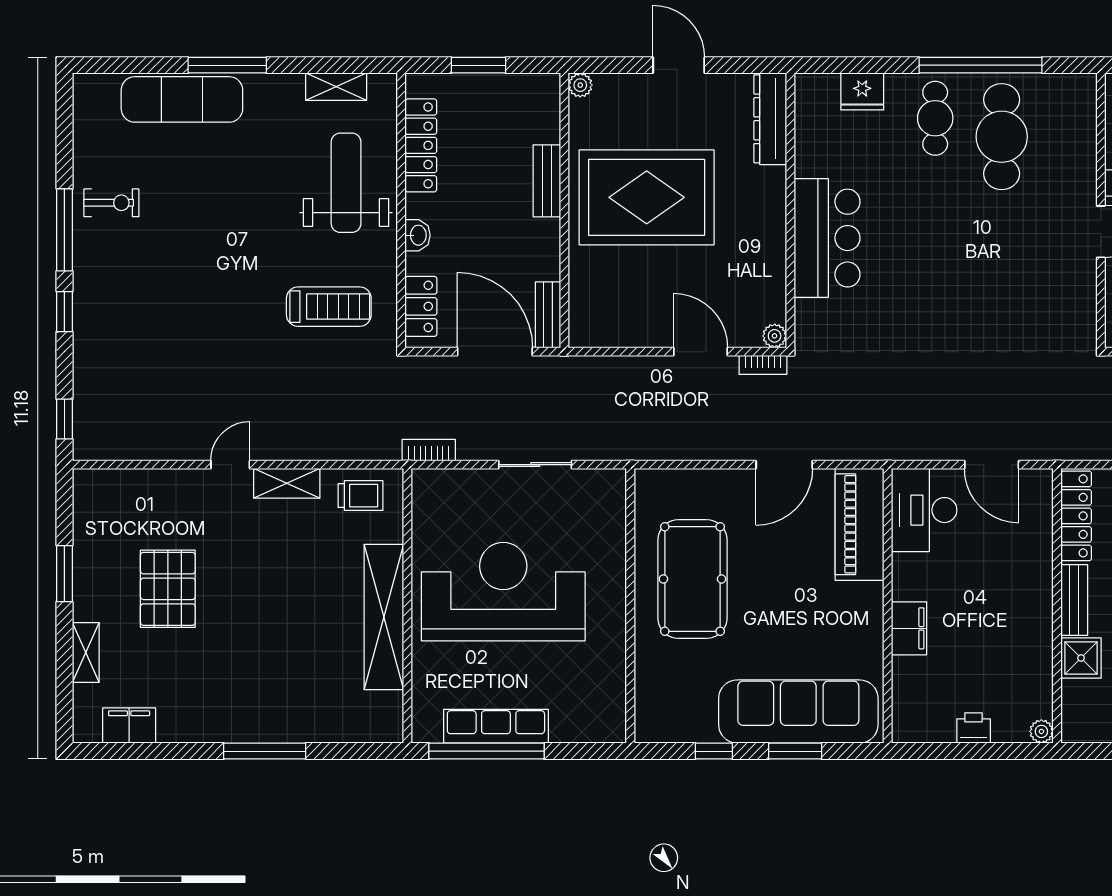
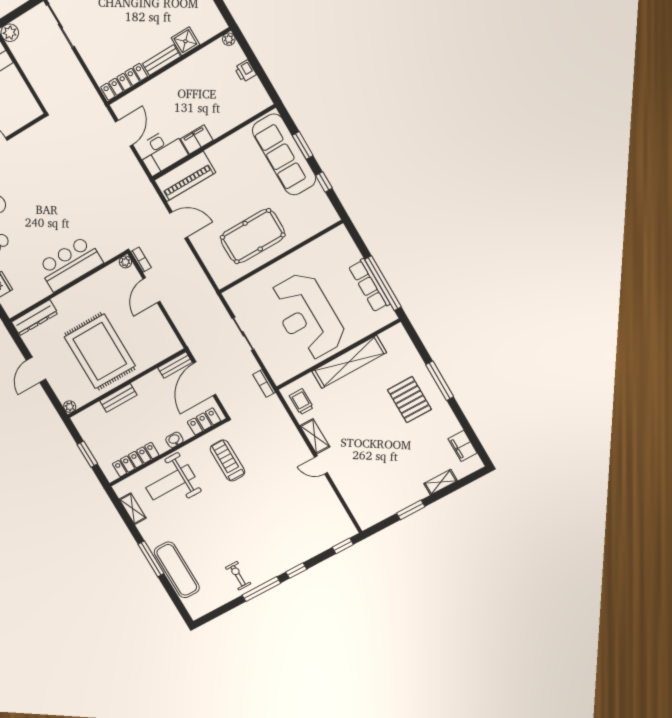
pallet: (168, 589) -> (409, 400), moved, turned 90
filing cabinet: (909, 628) -> (197, 139), moved

